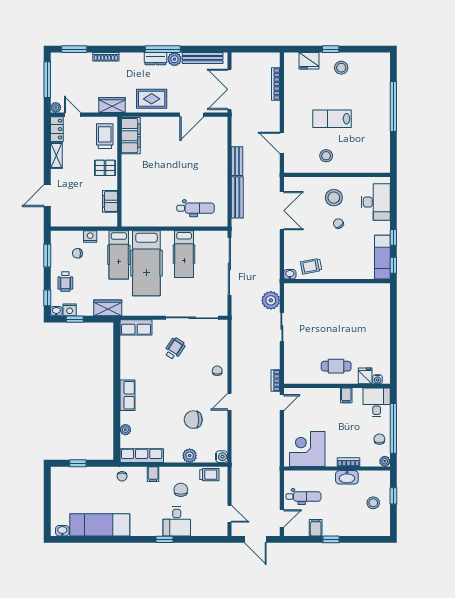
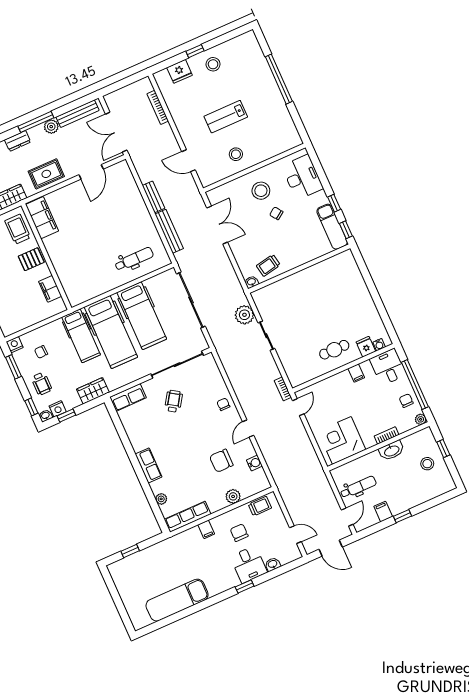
dresser: (155, 59) -> (18, 141), moved
nightstand: (90, 237) -> (15, 345), moved
hospital bed: (184, 254) -> (142, 316), width x1.37, depth x1.29
water cooler: (222, 457) -> (255, 463), moved
chair: (122, 476) -> (178, 545), removed
washbasin: (62, 531) -> (273, 564), moved

